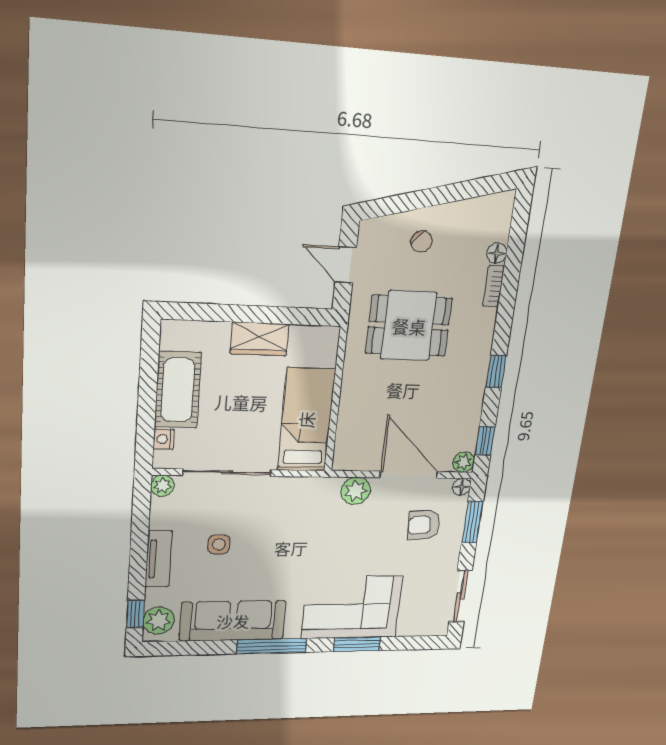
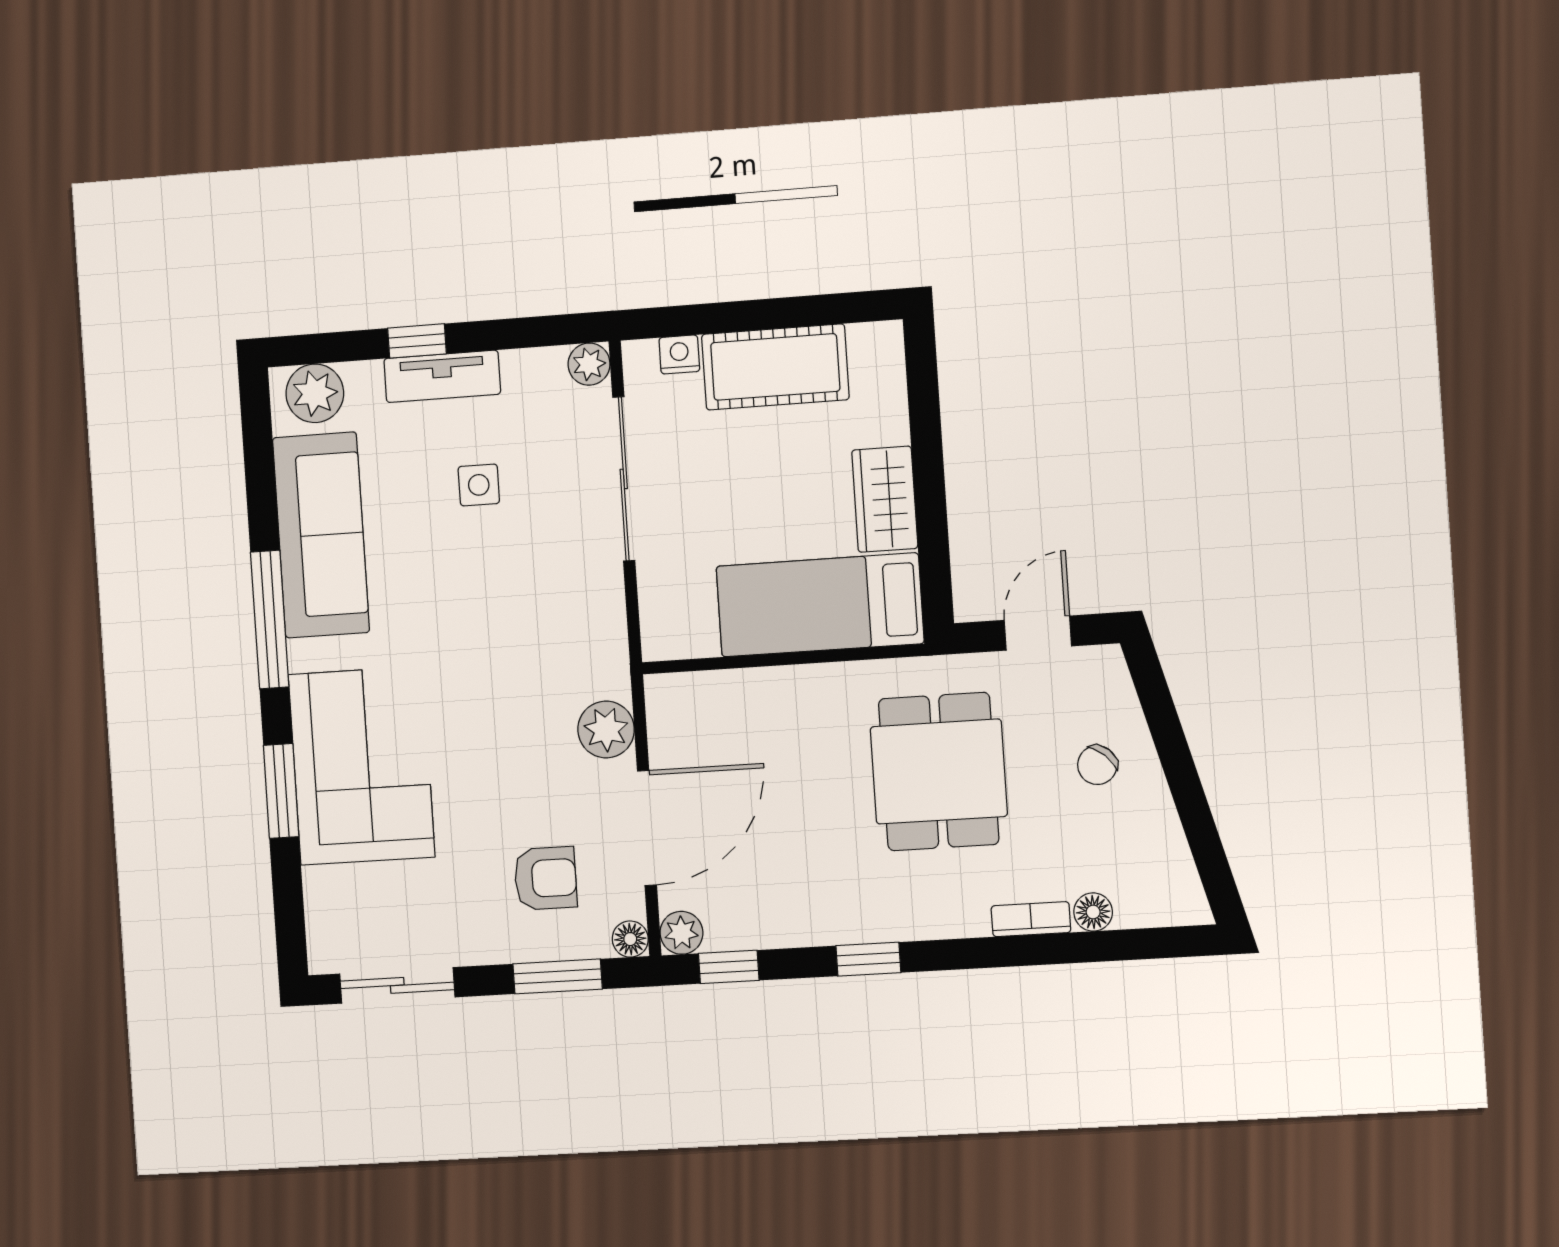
bed: (306, 420) -> (820, 605), moved, turned 180
armchair: (424, 525) -> (546, 878), turned 94
window: (135, 614) -> (417, 341), moved

